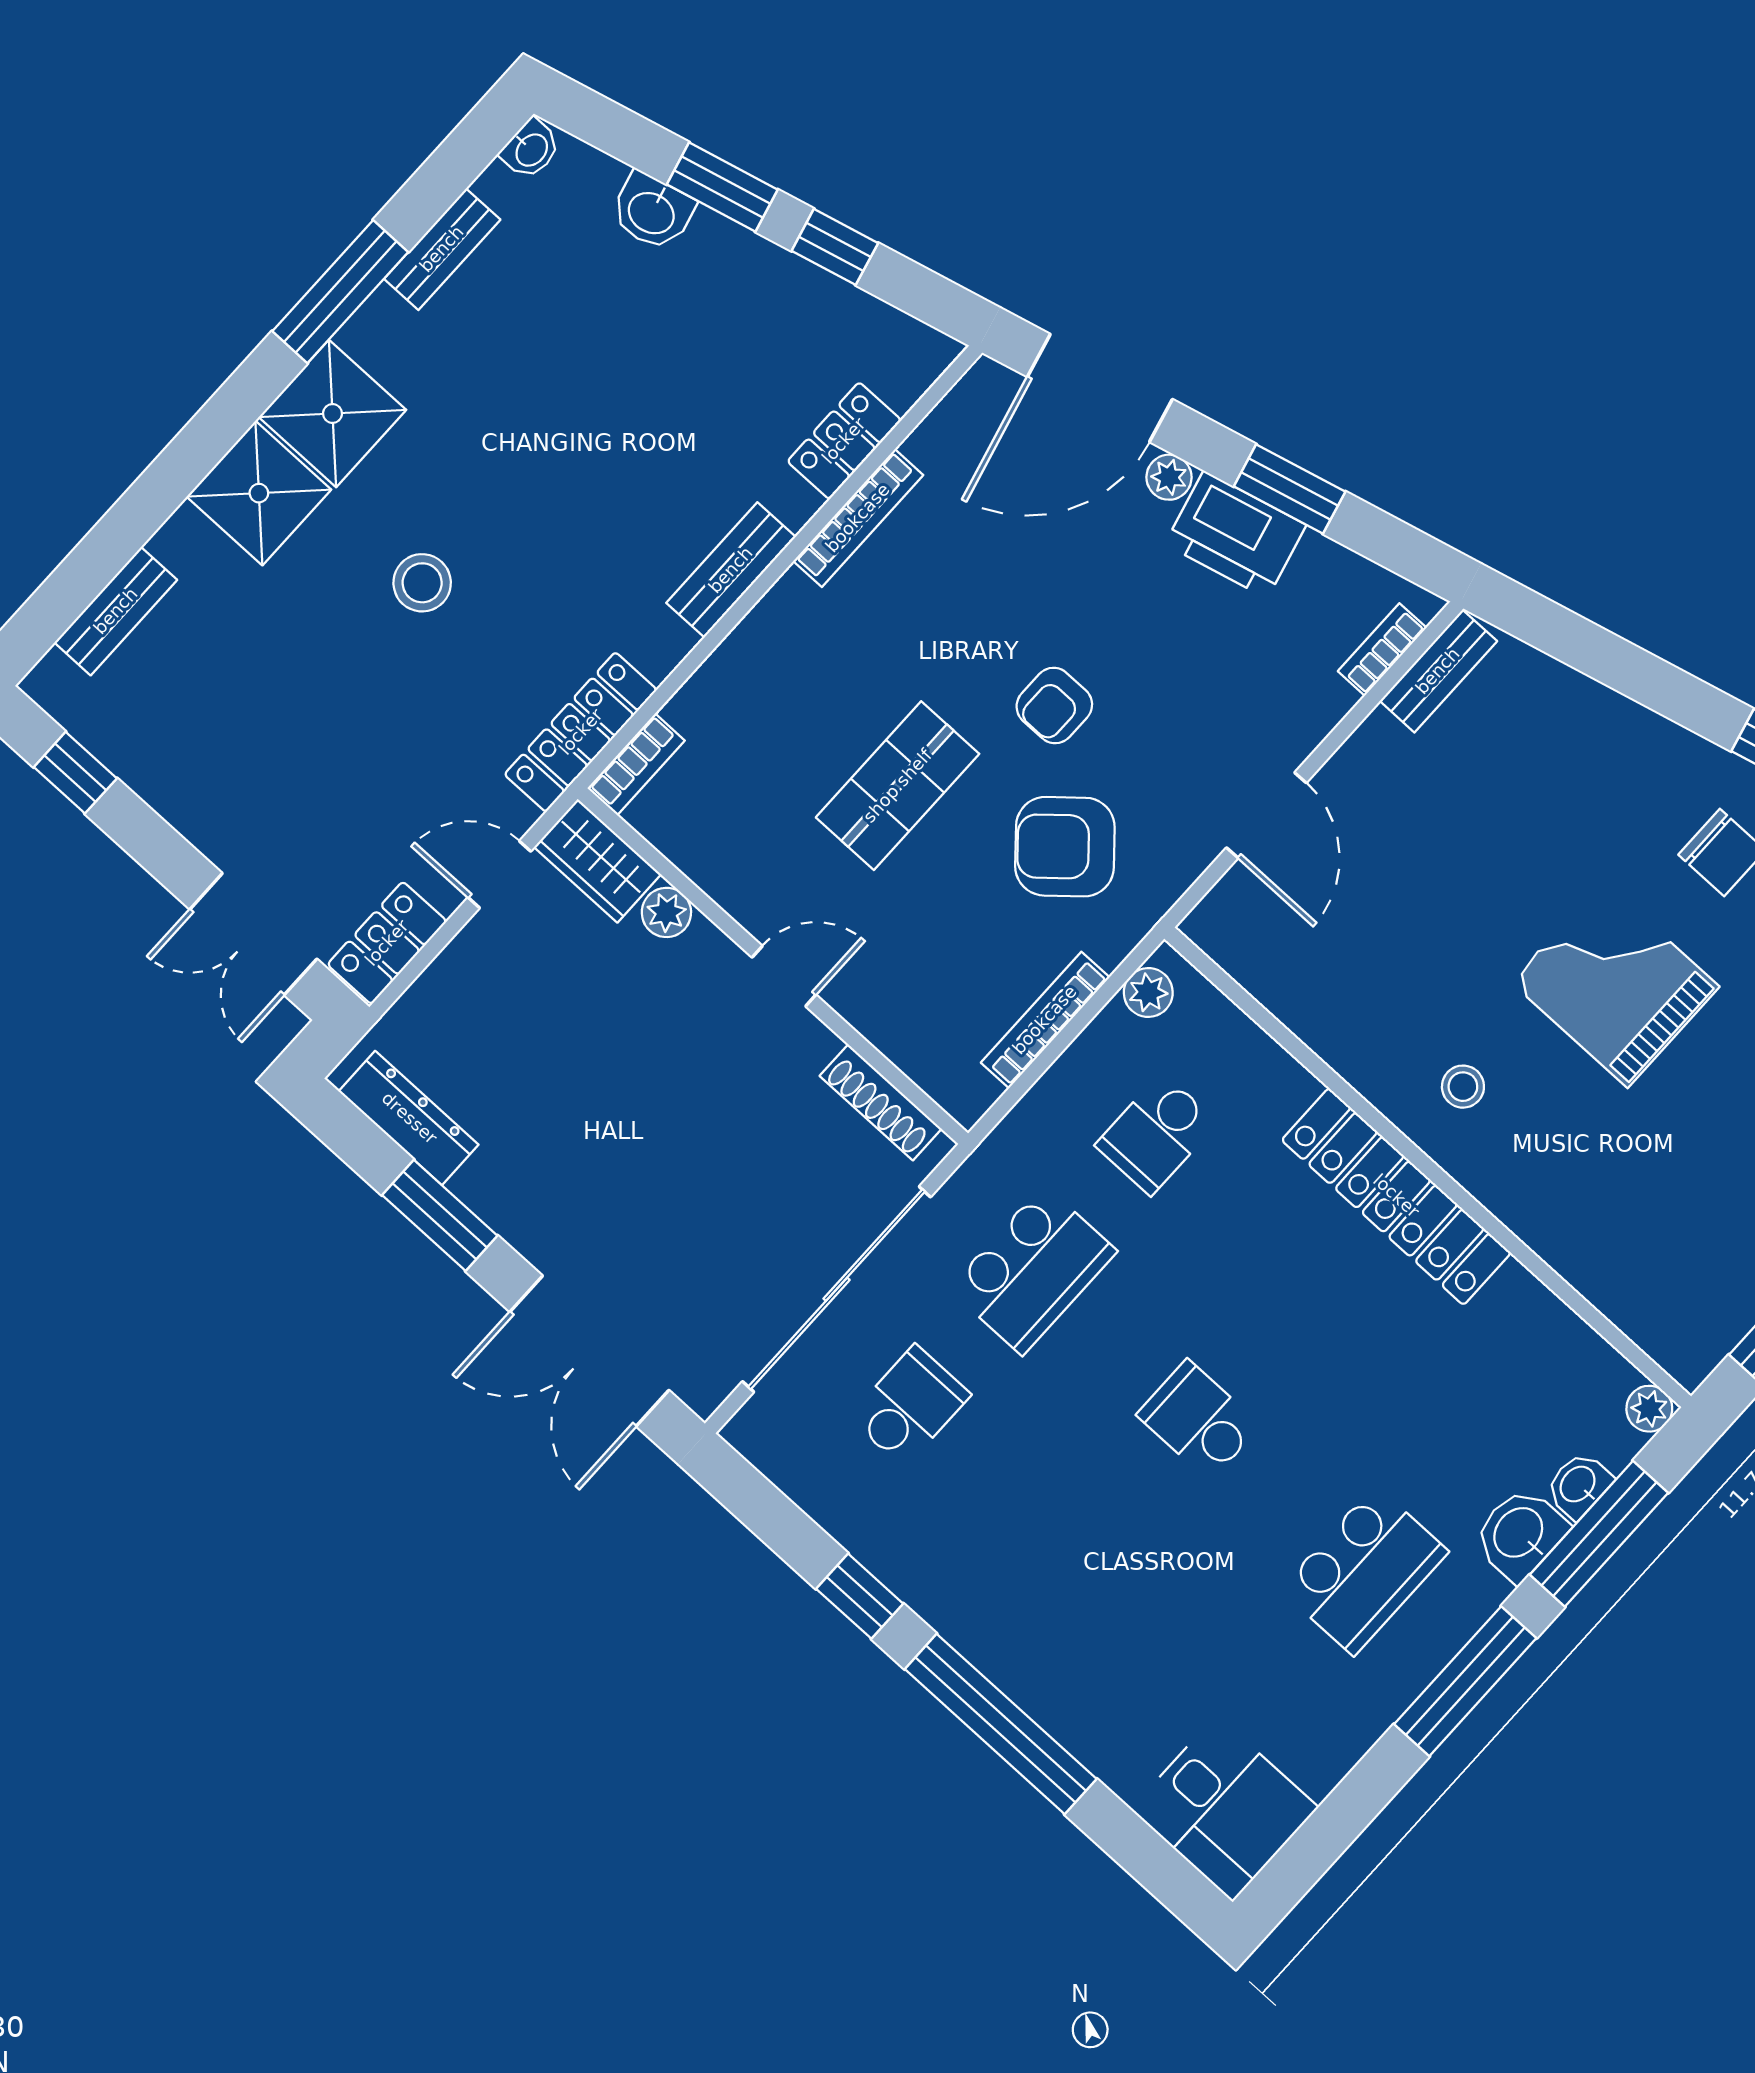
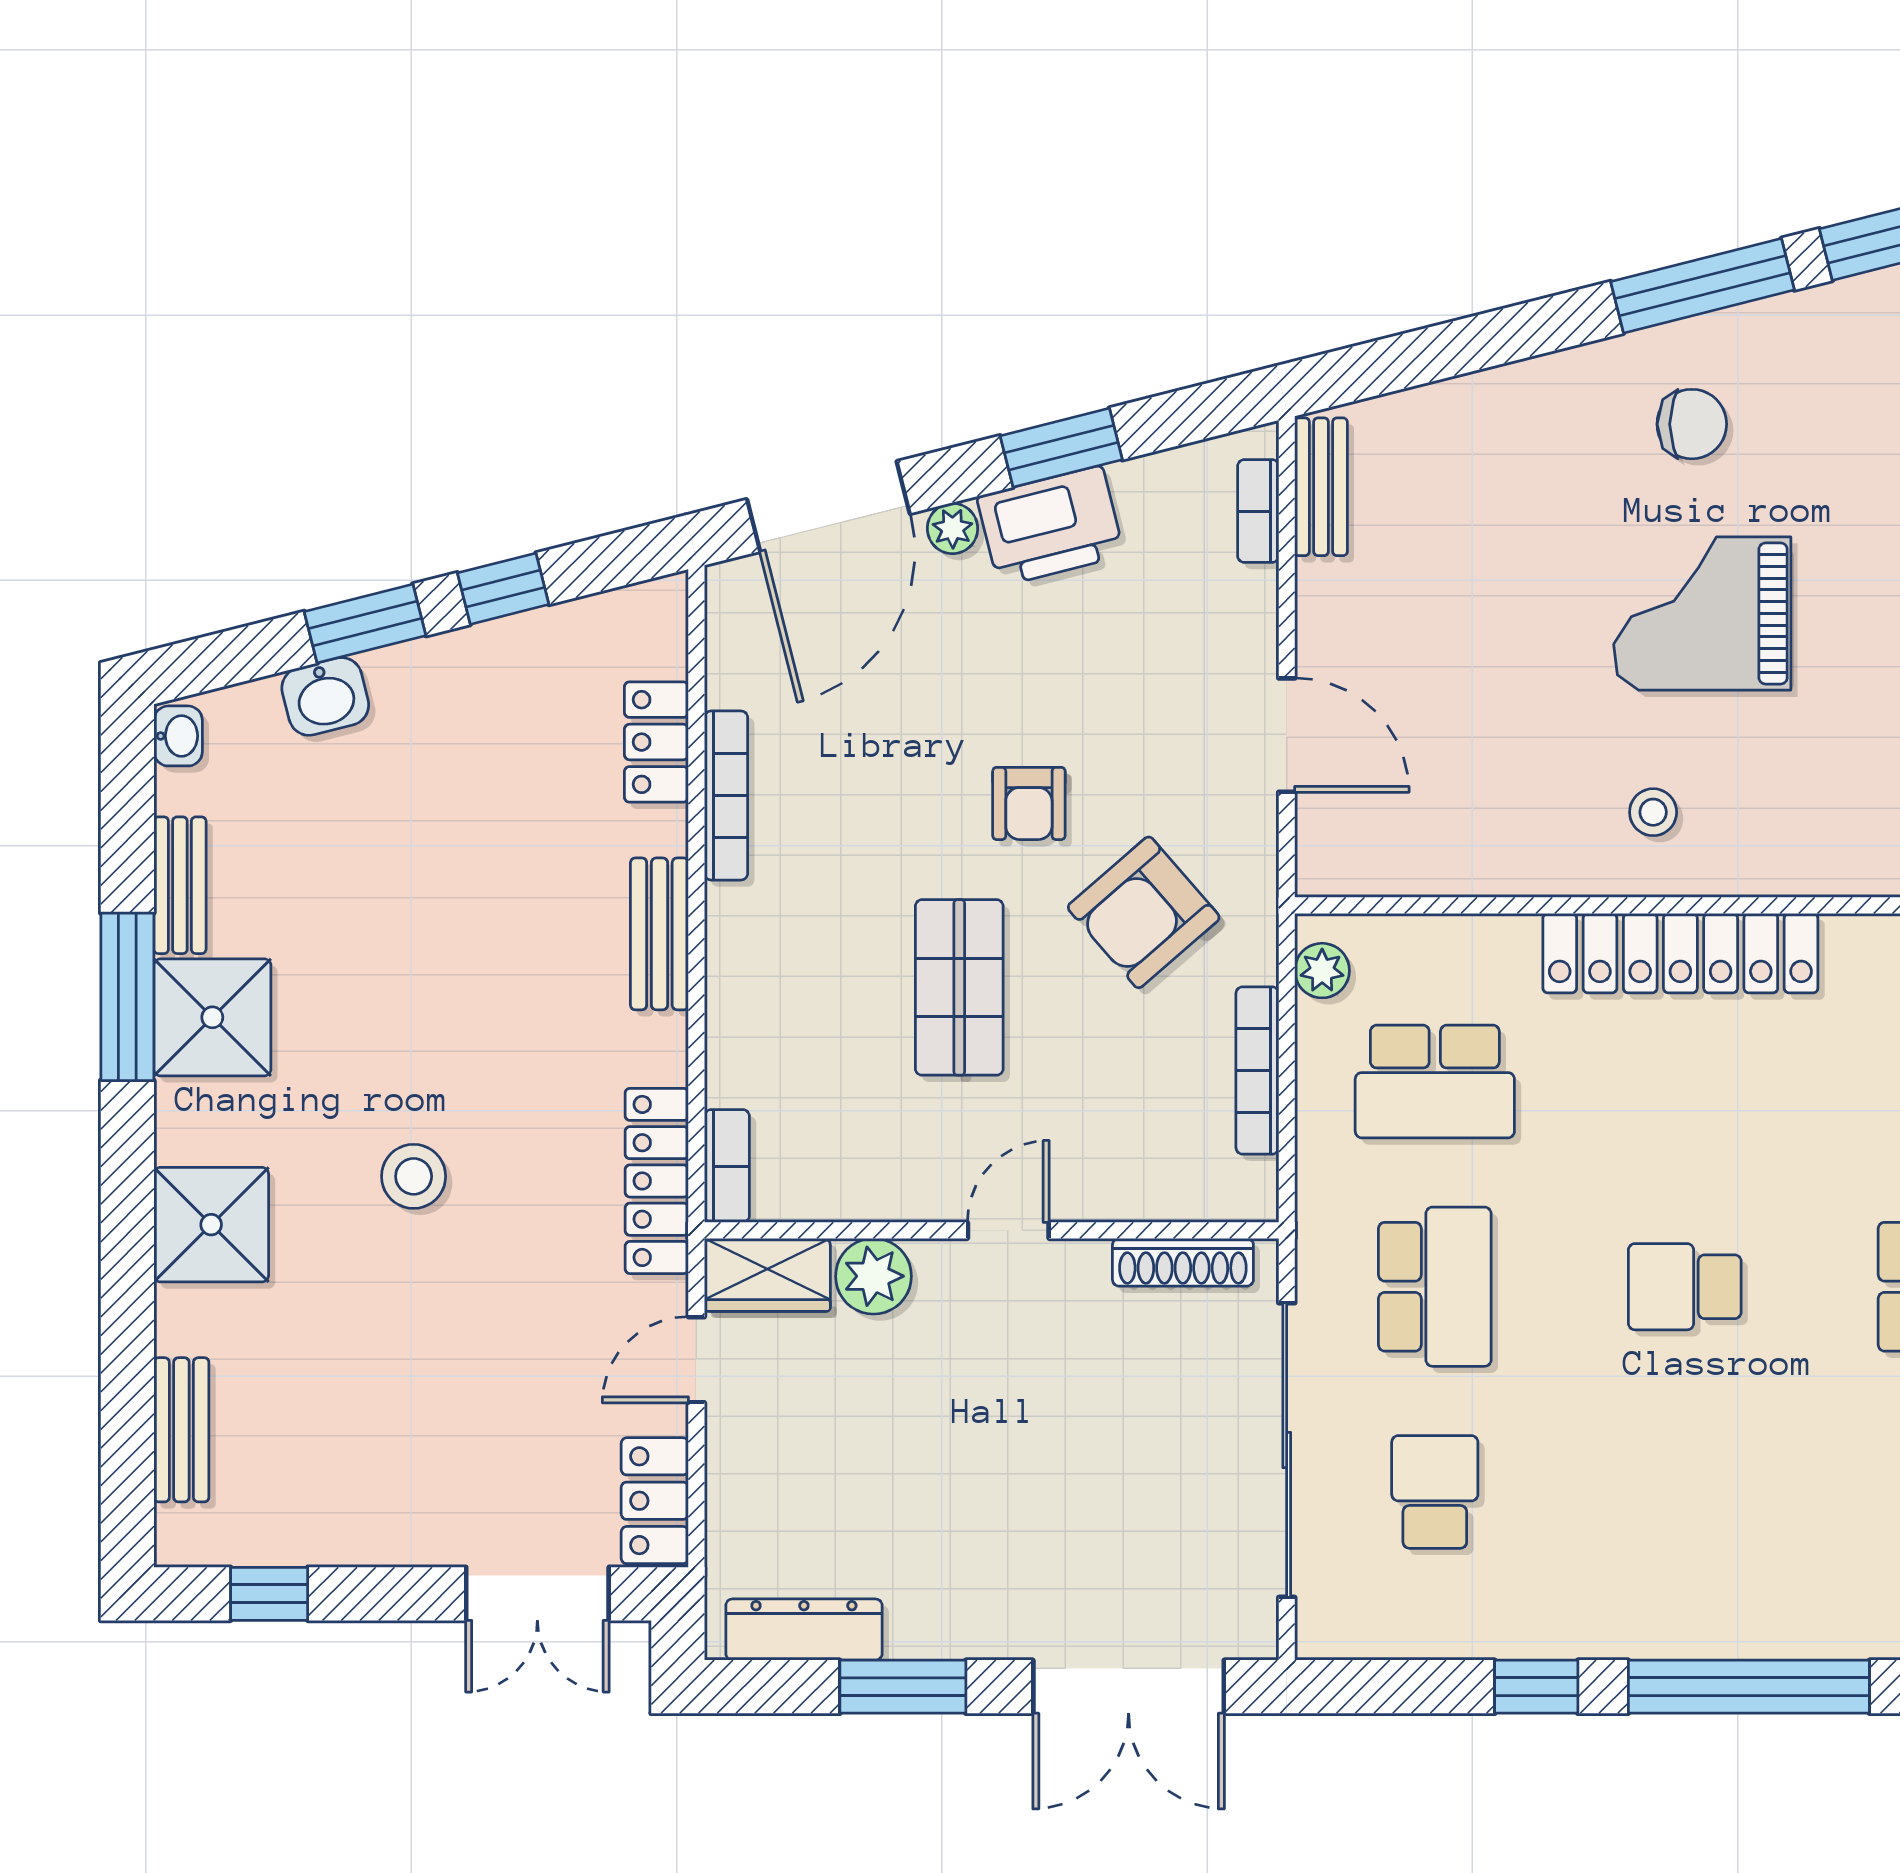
shower: (332, 413) -> (212, 1017), moved
plant: (666, 912) -> (874, 1276), width x1.38, depth x1.38
school desk: (1156, 1134) -> (1435, 1082), width x1.85

